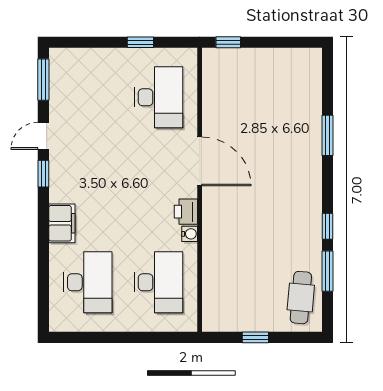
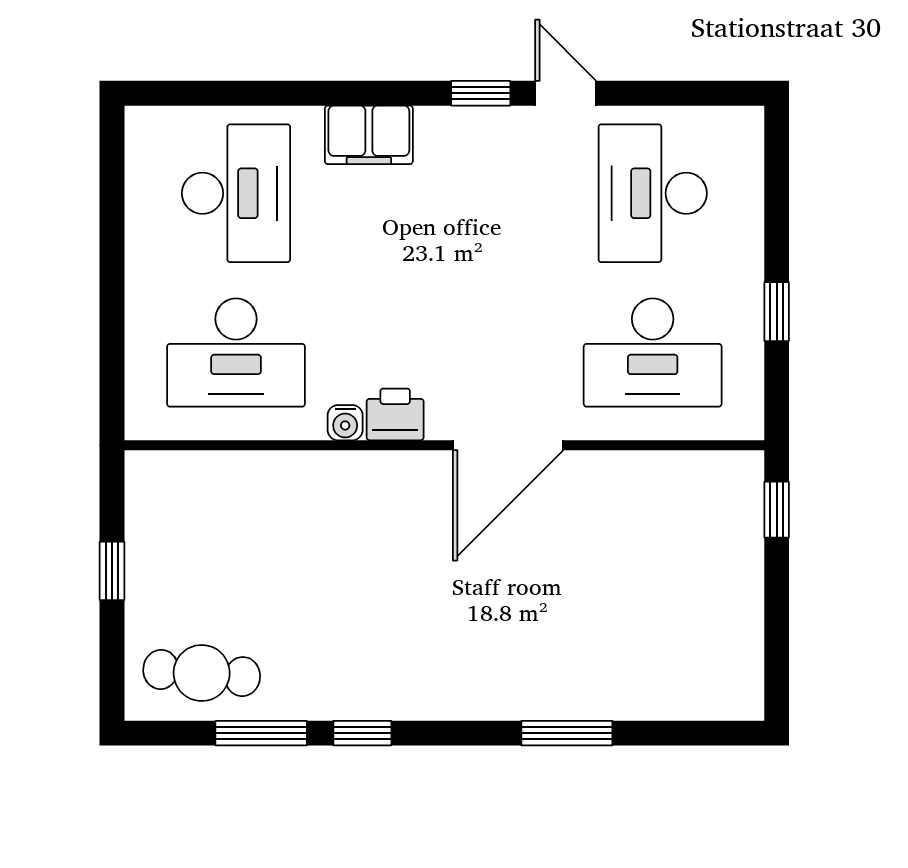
window: (43, 80) -> (693, 93), removed
desk: (88, 97) -> (653, 193), added
desk: (88, 282) -> (236, 193), turned -90

